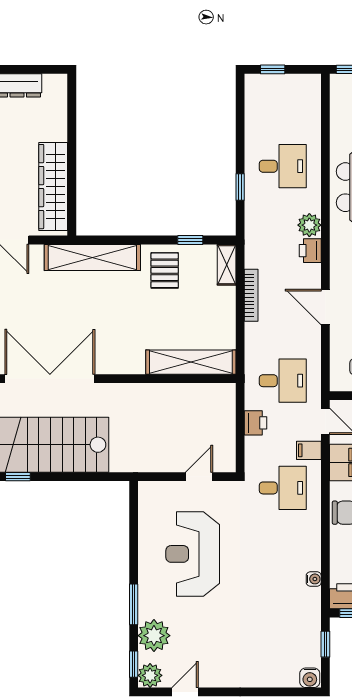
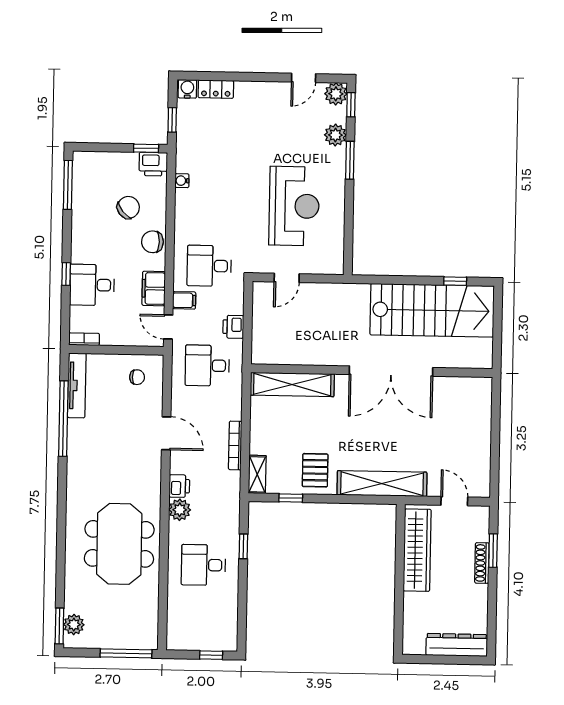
double door: (50, 379) -> (391, 371), moved
plant: (154, 636) -> (335, 135), width x0.73, depth x0.73
locker: (279, 678) -> (216, 89), added

